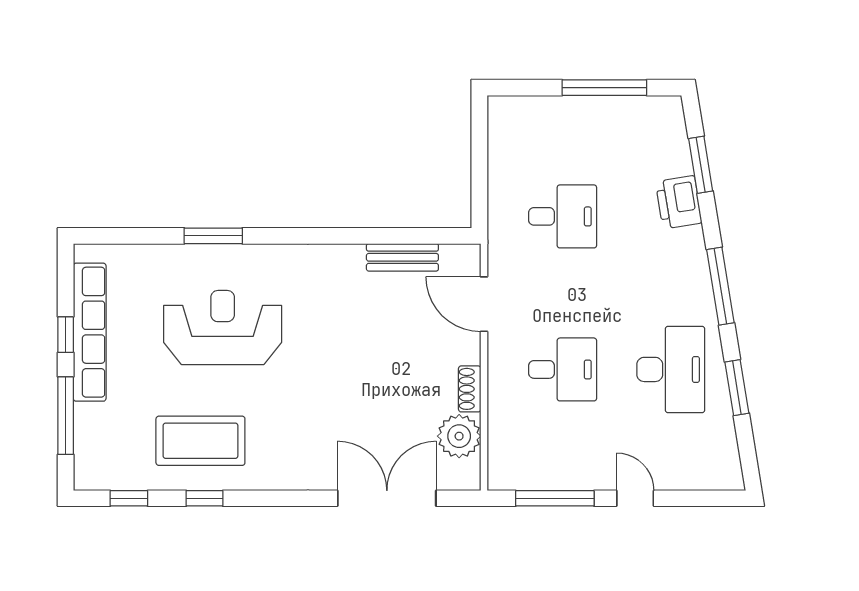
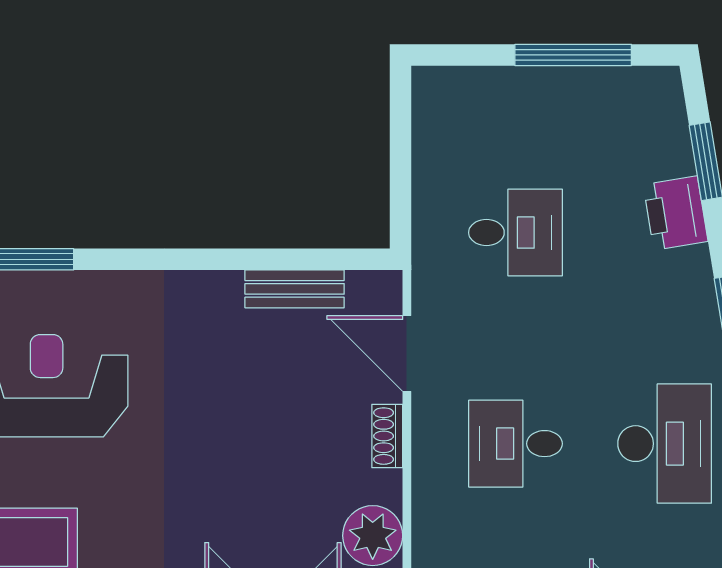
desk: (563, 369) -> (515, 444), turned 180
shoe rack: (470, 389) -> (387, 436), moved

